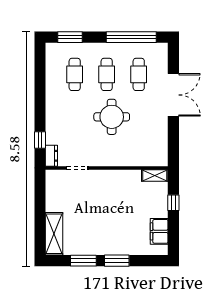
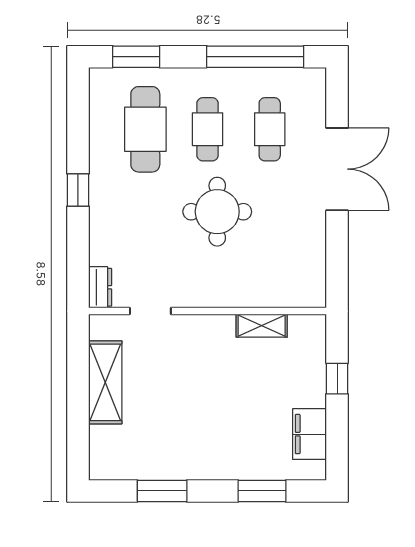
cafe table: (75, 74) -> (145, 129), width x1.37, depth x1.35
window: (40, 140) -> (78, 190), moved
shelving: (155, 176) -> (262, 326), moved
shelving: (54, 234) -> (105, 382), moved
window: (117, 261) -> (262, 491), moved

